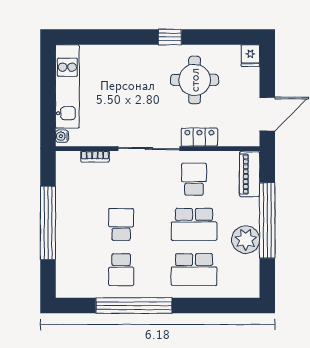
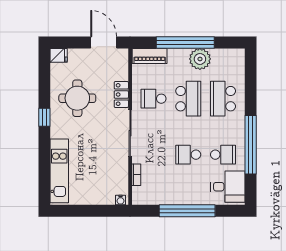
kitchen unit: (67, 86) -> (59, 171), moved, turned 90
school desk: (194, 270) -> (223, 99), turned 180
desk: (79, 276) -> (228, 187), added

